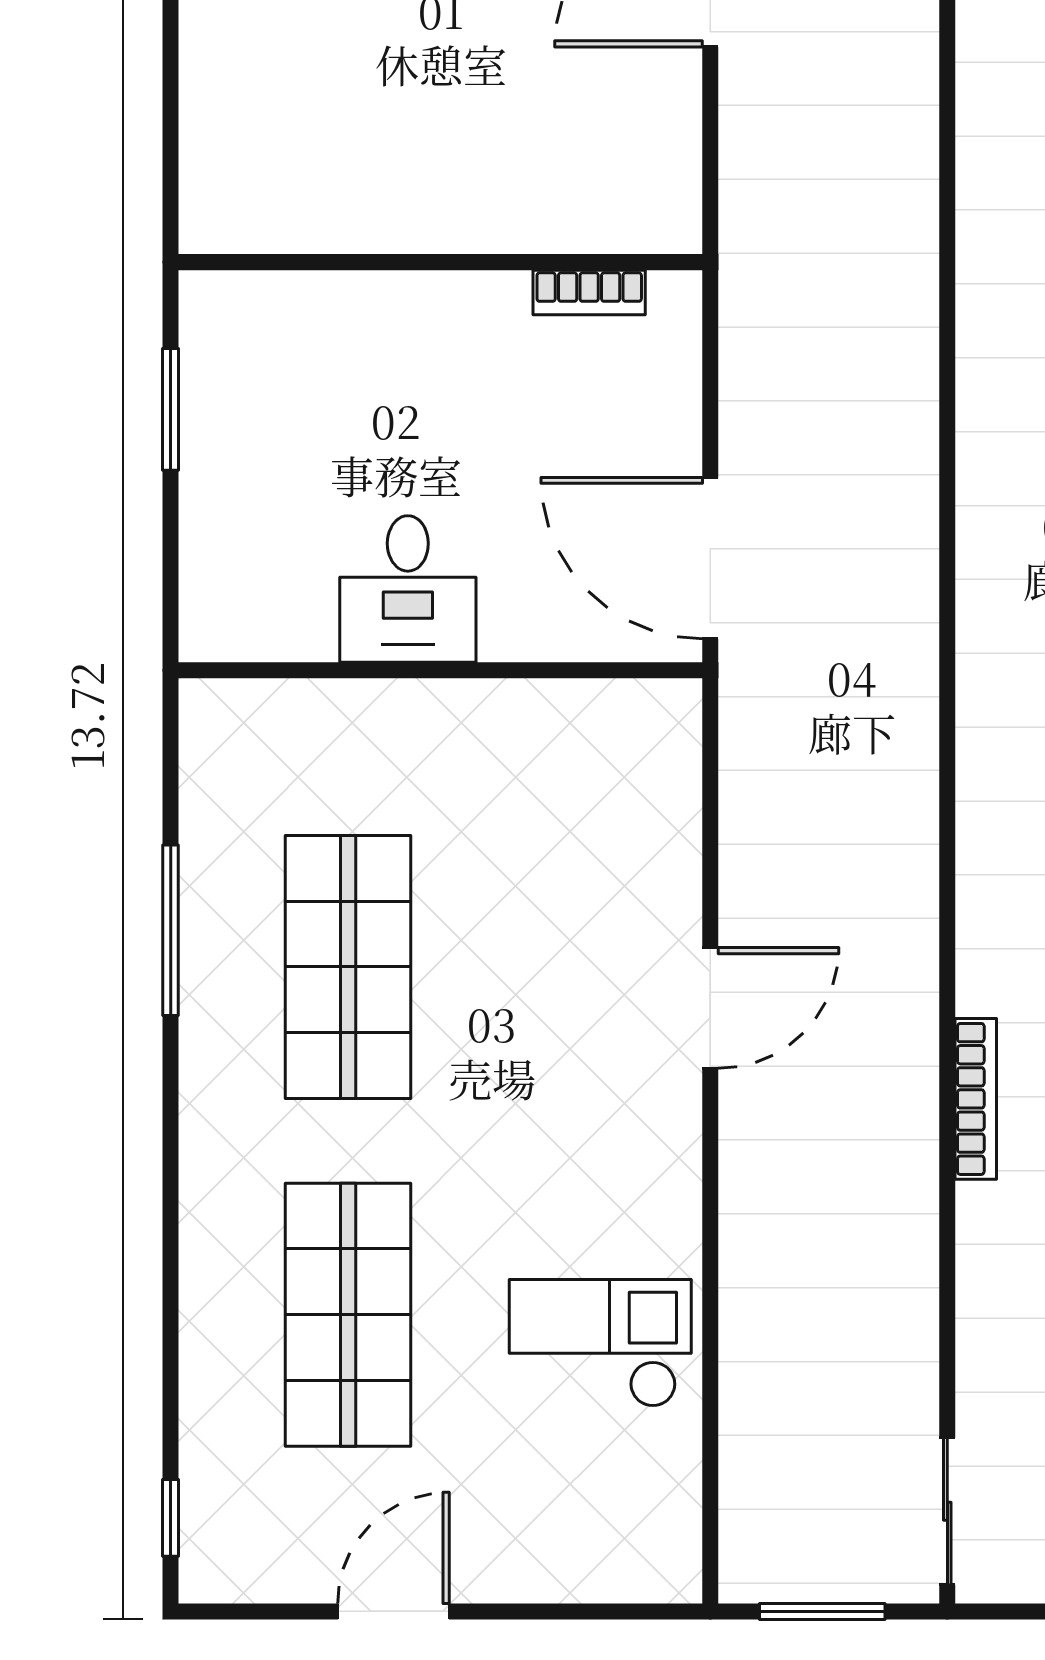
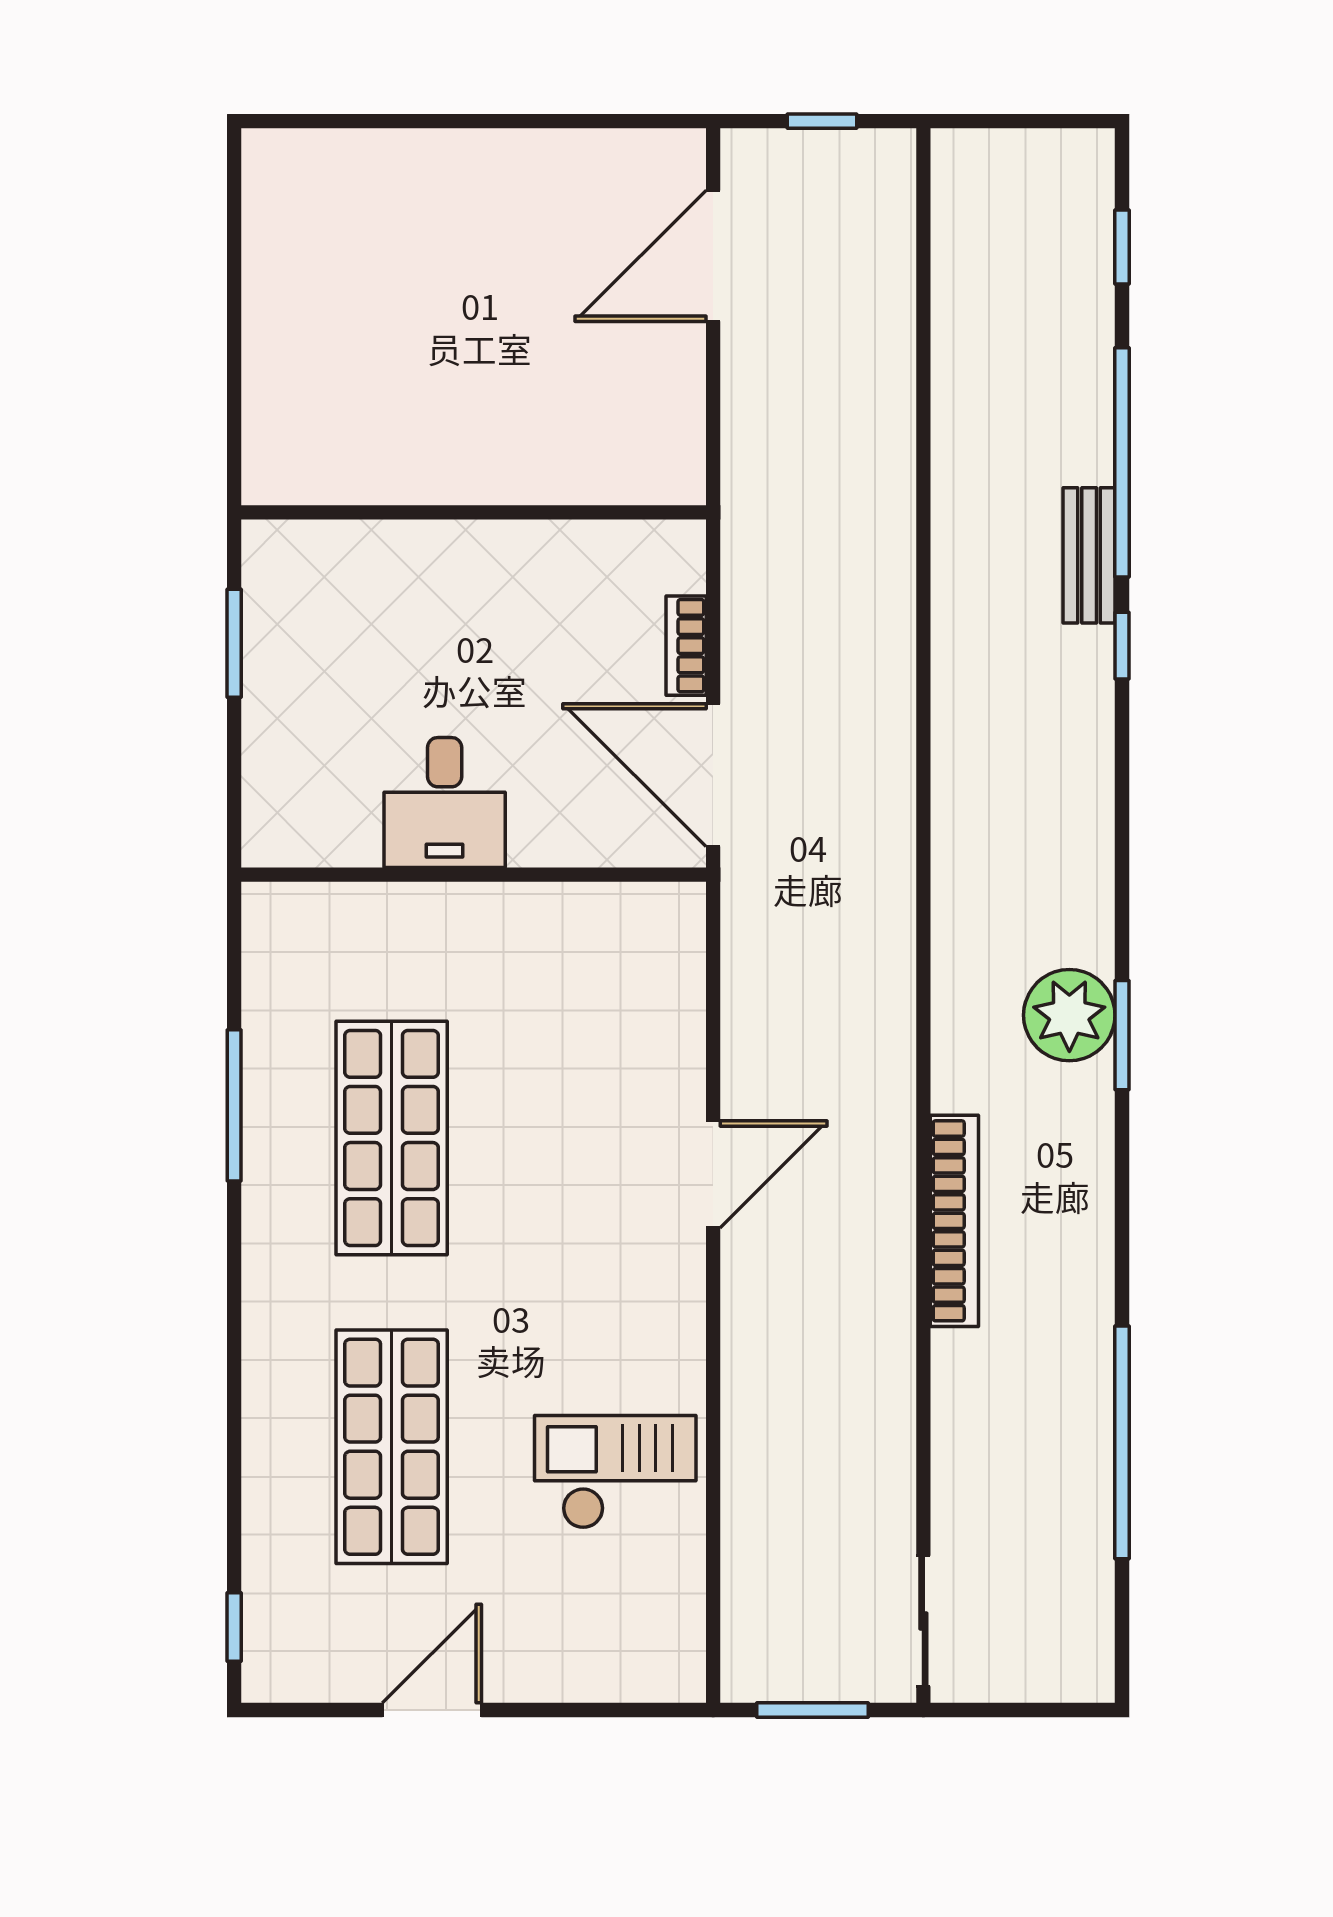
bookcase: (589, 292) -> (686, 646), moved, turned 90
bookcase: (976, 1099) -> (954, 1221), width x1.48, depth x1.31

